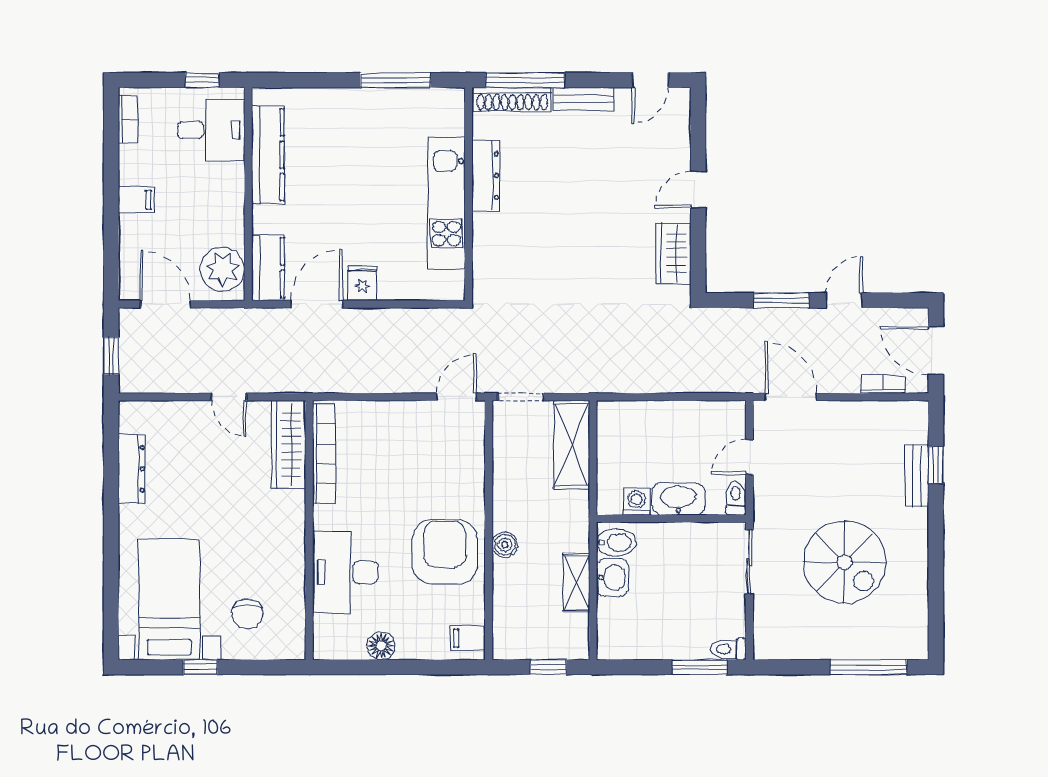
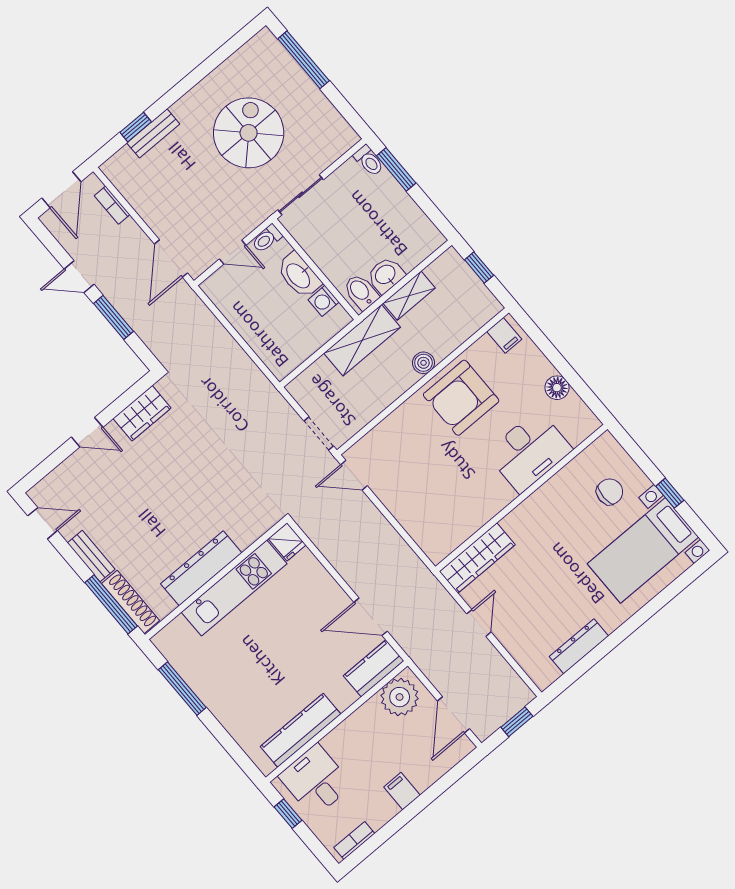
dresser: (486, 176) -> (201, 568), width x1.37, depth x1.24
fridge: (362, 283) -> (287, 542), moved, turned -90
shelving: (572, 445) -> (362, 340), moved
bookcase: (324, 453) -> (464, 530), removed

